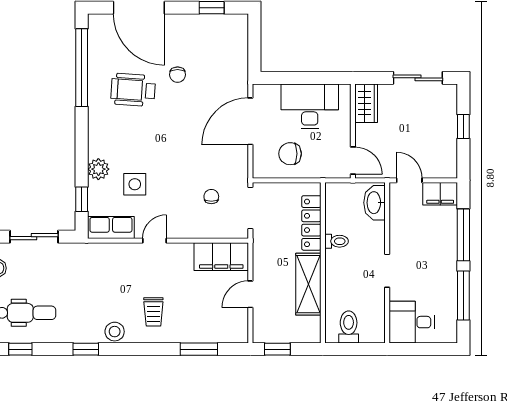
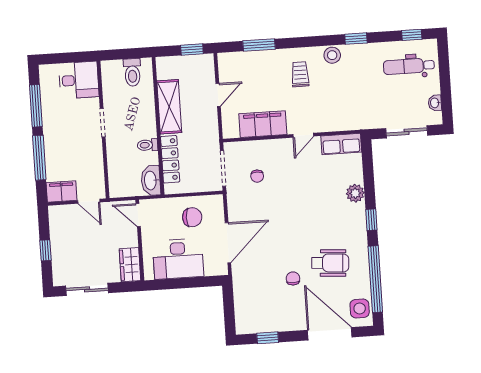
side table: (135, 184) -> (360, 308), moved
window: (82, 199) -> (371, 220), moved
washbasin: (374, 203) -> (151, 181), moved, turned 180
filing cabinet: (221, 257) -> (263, 124), moved

